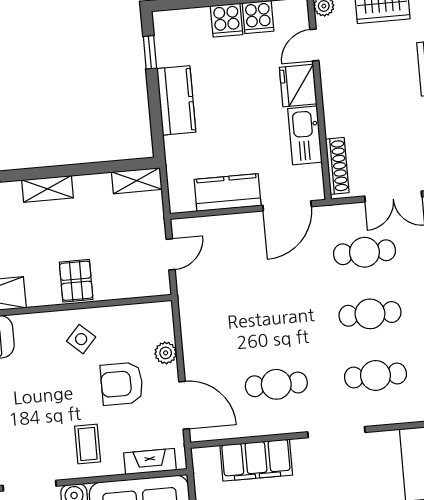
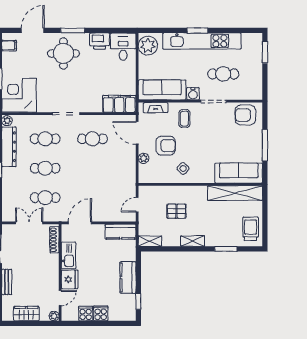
kitchen counter: (228, 192) -> (121, 232), moved
pallet: (76, 281) -> (176, 211), moved, turned 90
filing cabinet: (256, 460) -> (119, 104), moved

